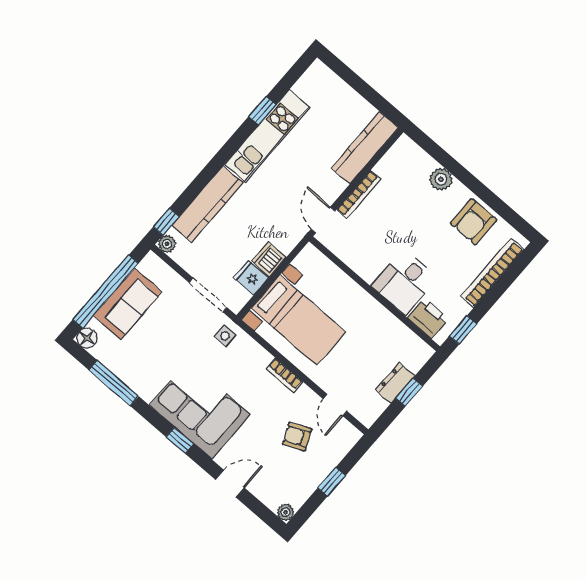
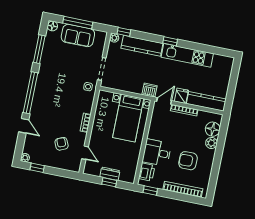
window: (262, 111) -> (170, 41), moved
floor lamp: (418, 164) -> (213, 129), added
armchair: (474, 222) -> (188, 161), moved
dishwasher: (269, 259) -> (150, 90), moved
fridge: (251, 278) -> (181, 96), moved
window: (106, 292) -> (78, 23), width x0.68
bed with nightstands: (298, 320) -> (128, 118), moved
door: (335, 405) -> (85, 153), swing flipped
corner sofa: (200, 410) -> (49, 94), removed
window: (180, 440) -> (30, 93), width x3.17
window: (332, 482) -> (37, 168), moved

